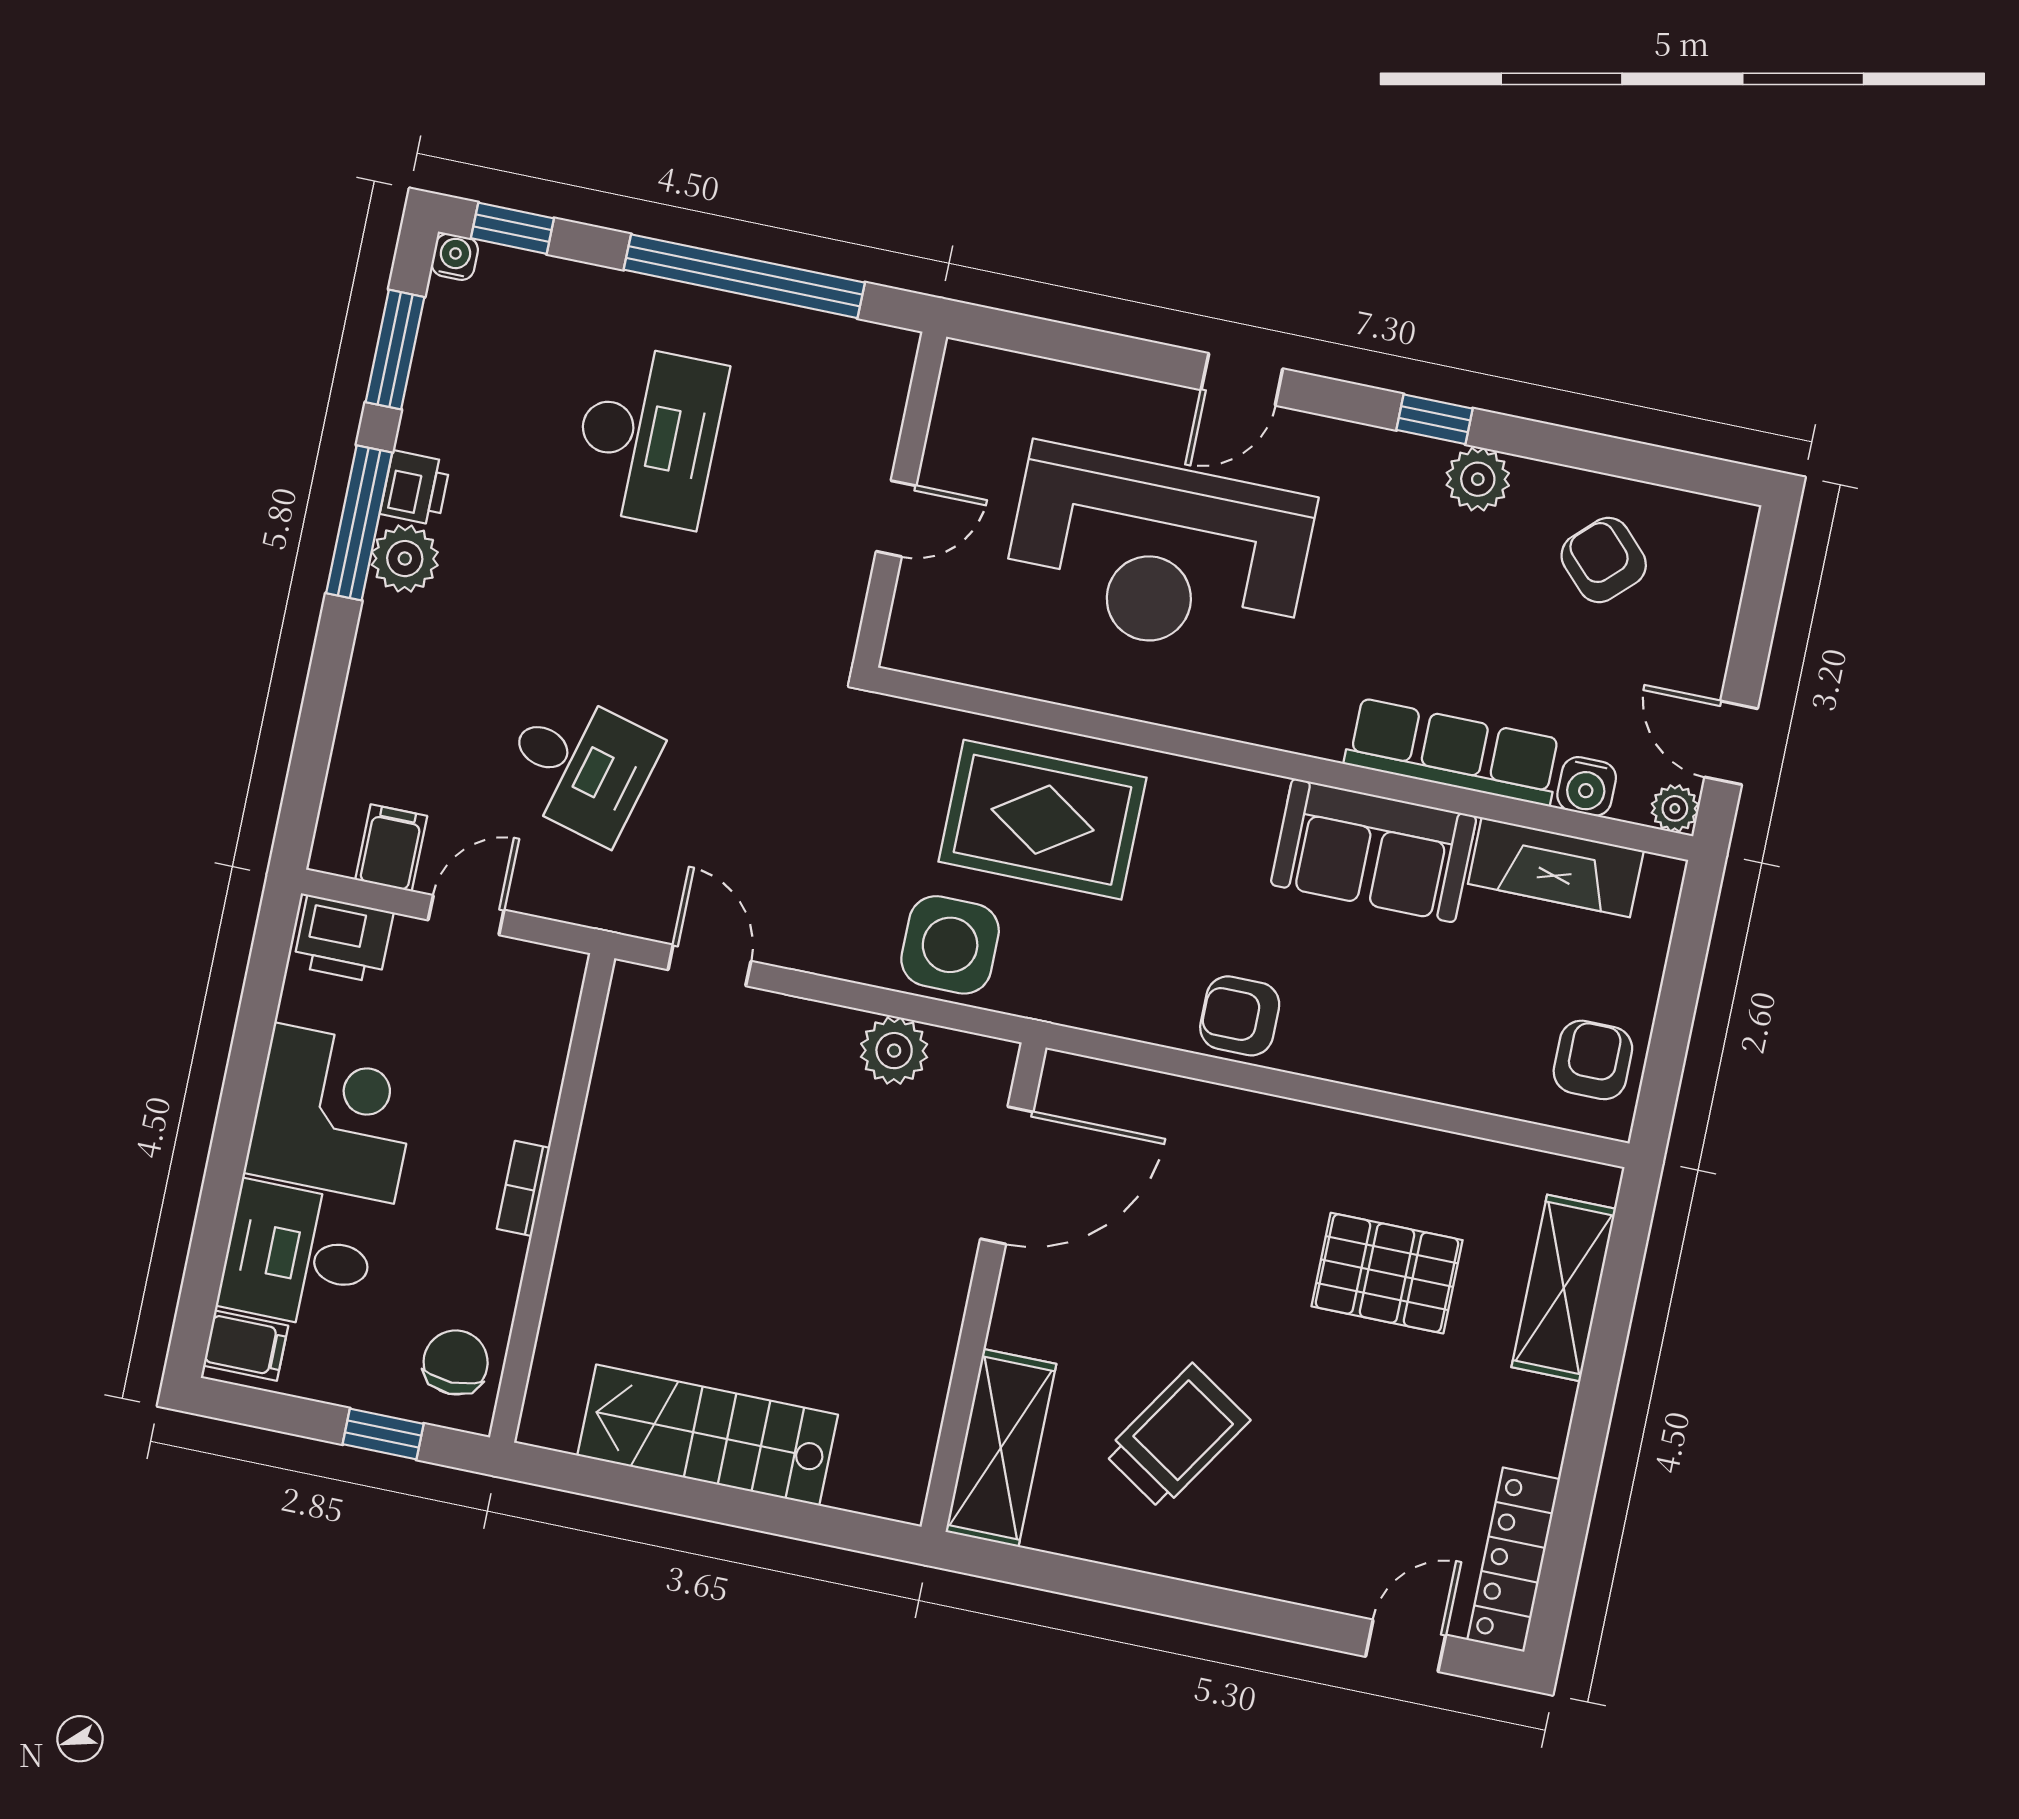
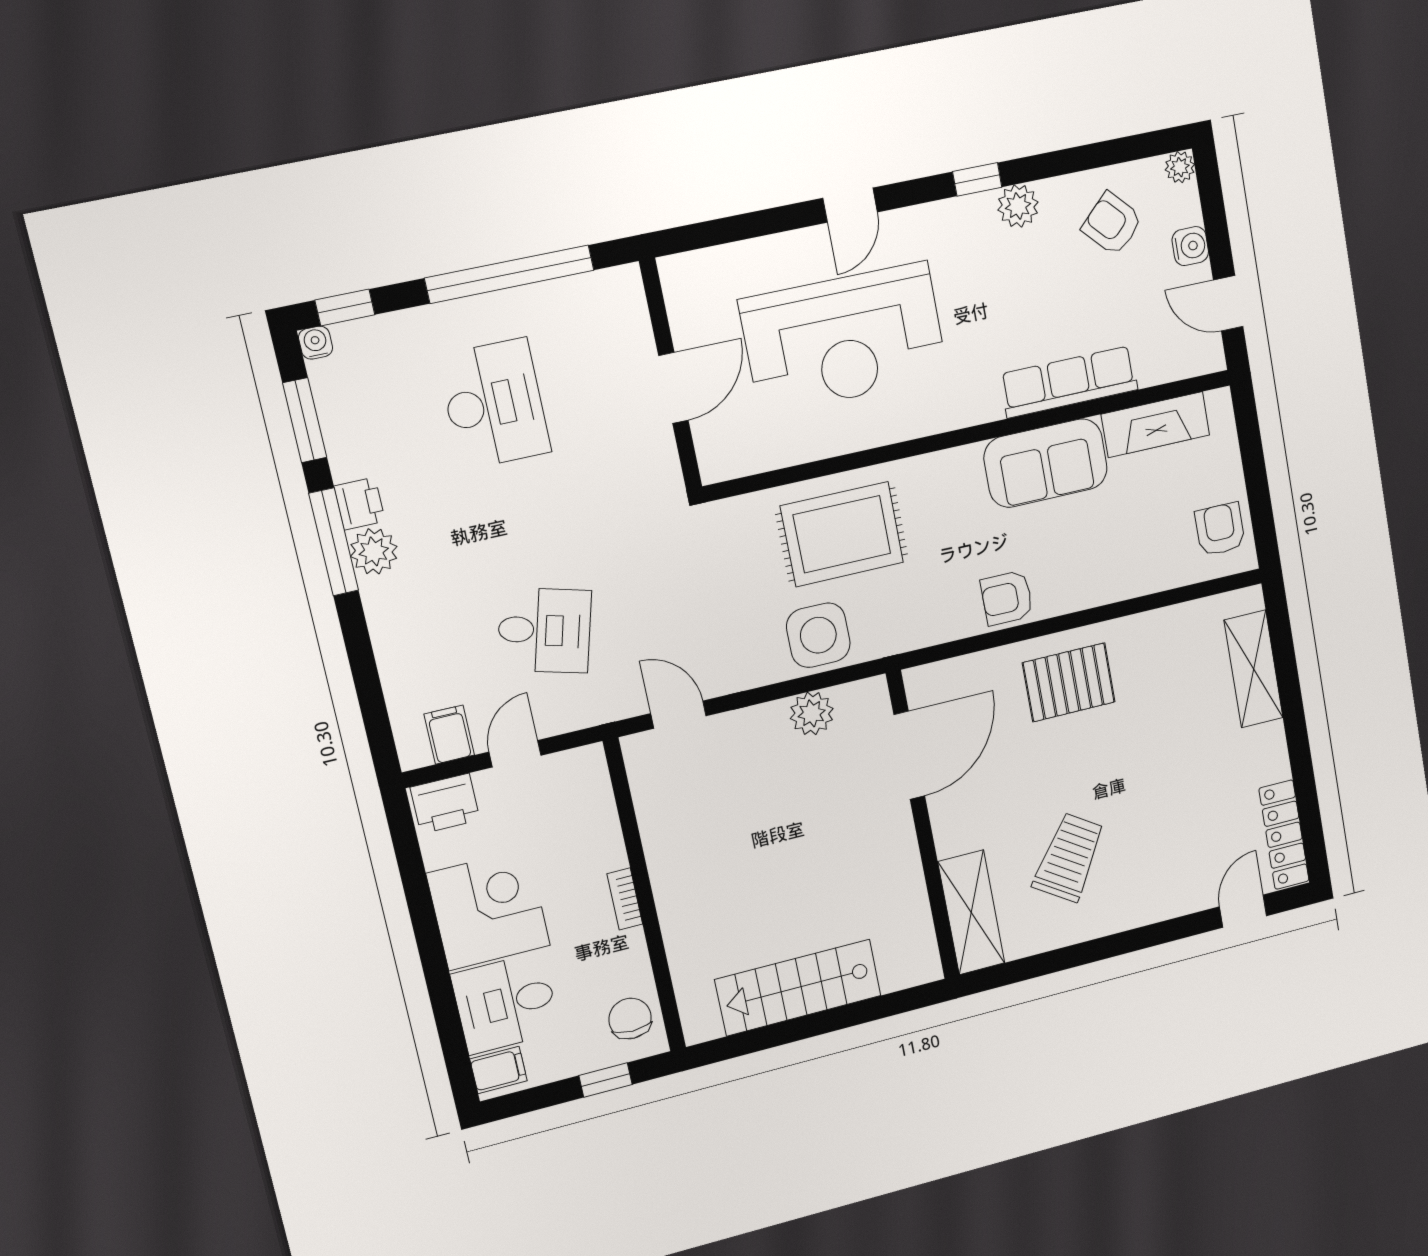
door: (896, 519) -> (673, 388), width x1.38
water cooler: (1587, 786) -> (1190, 246), moved, turned -90
plant: (1675, 808) -> (1180, 167), moved
pallet: (1387, 1273) -> (1069, 682), moved

